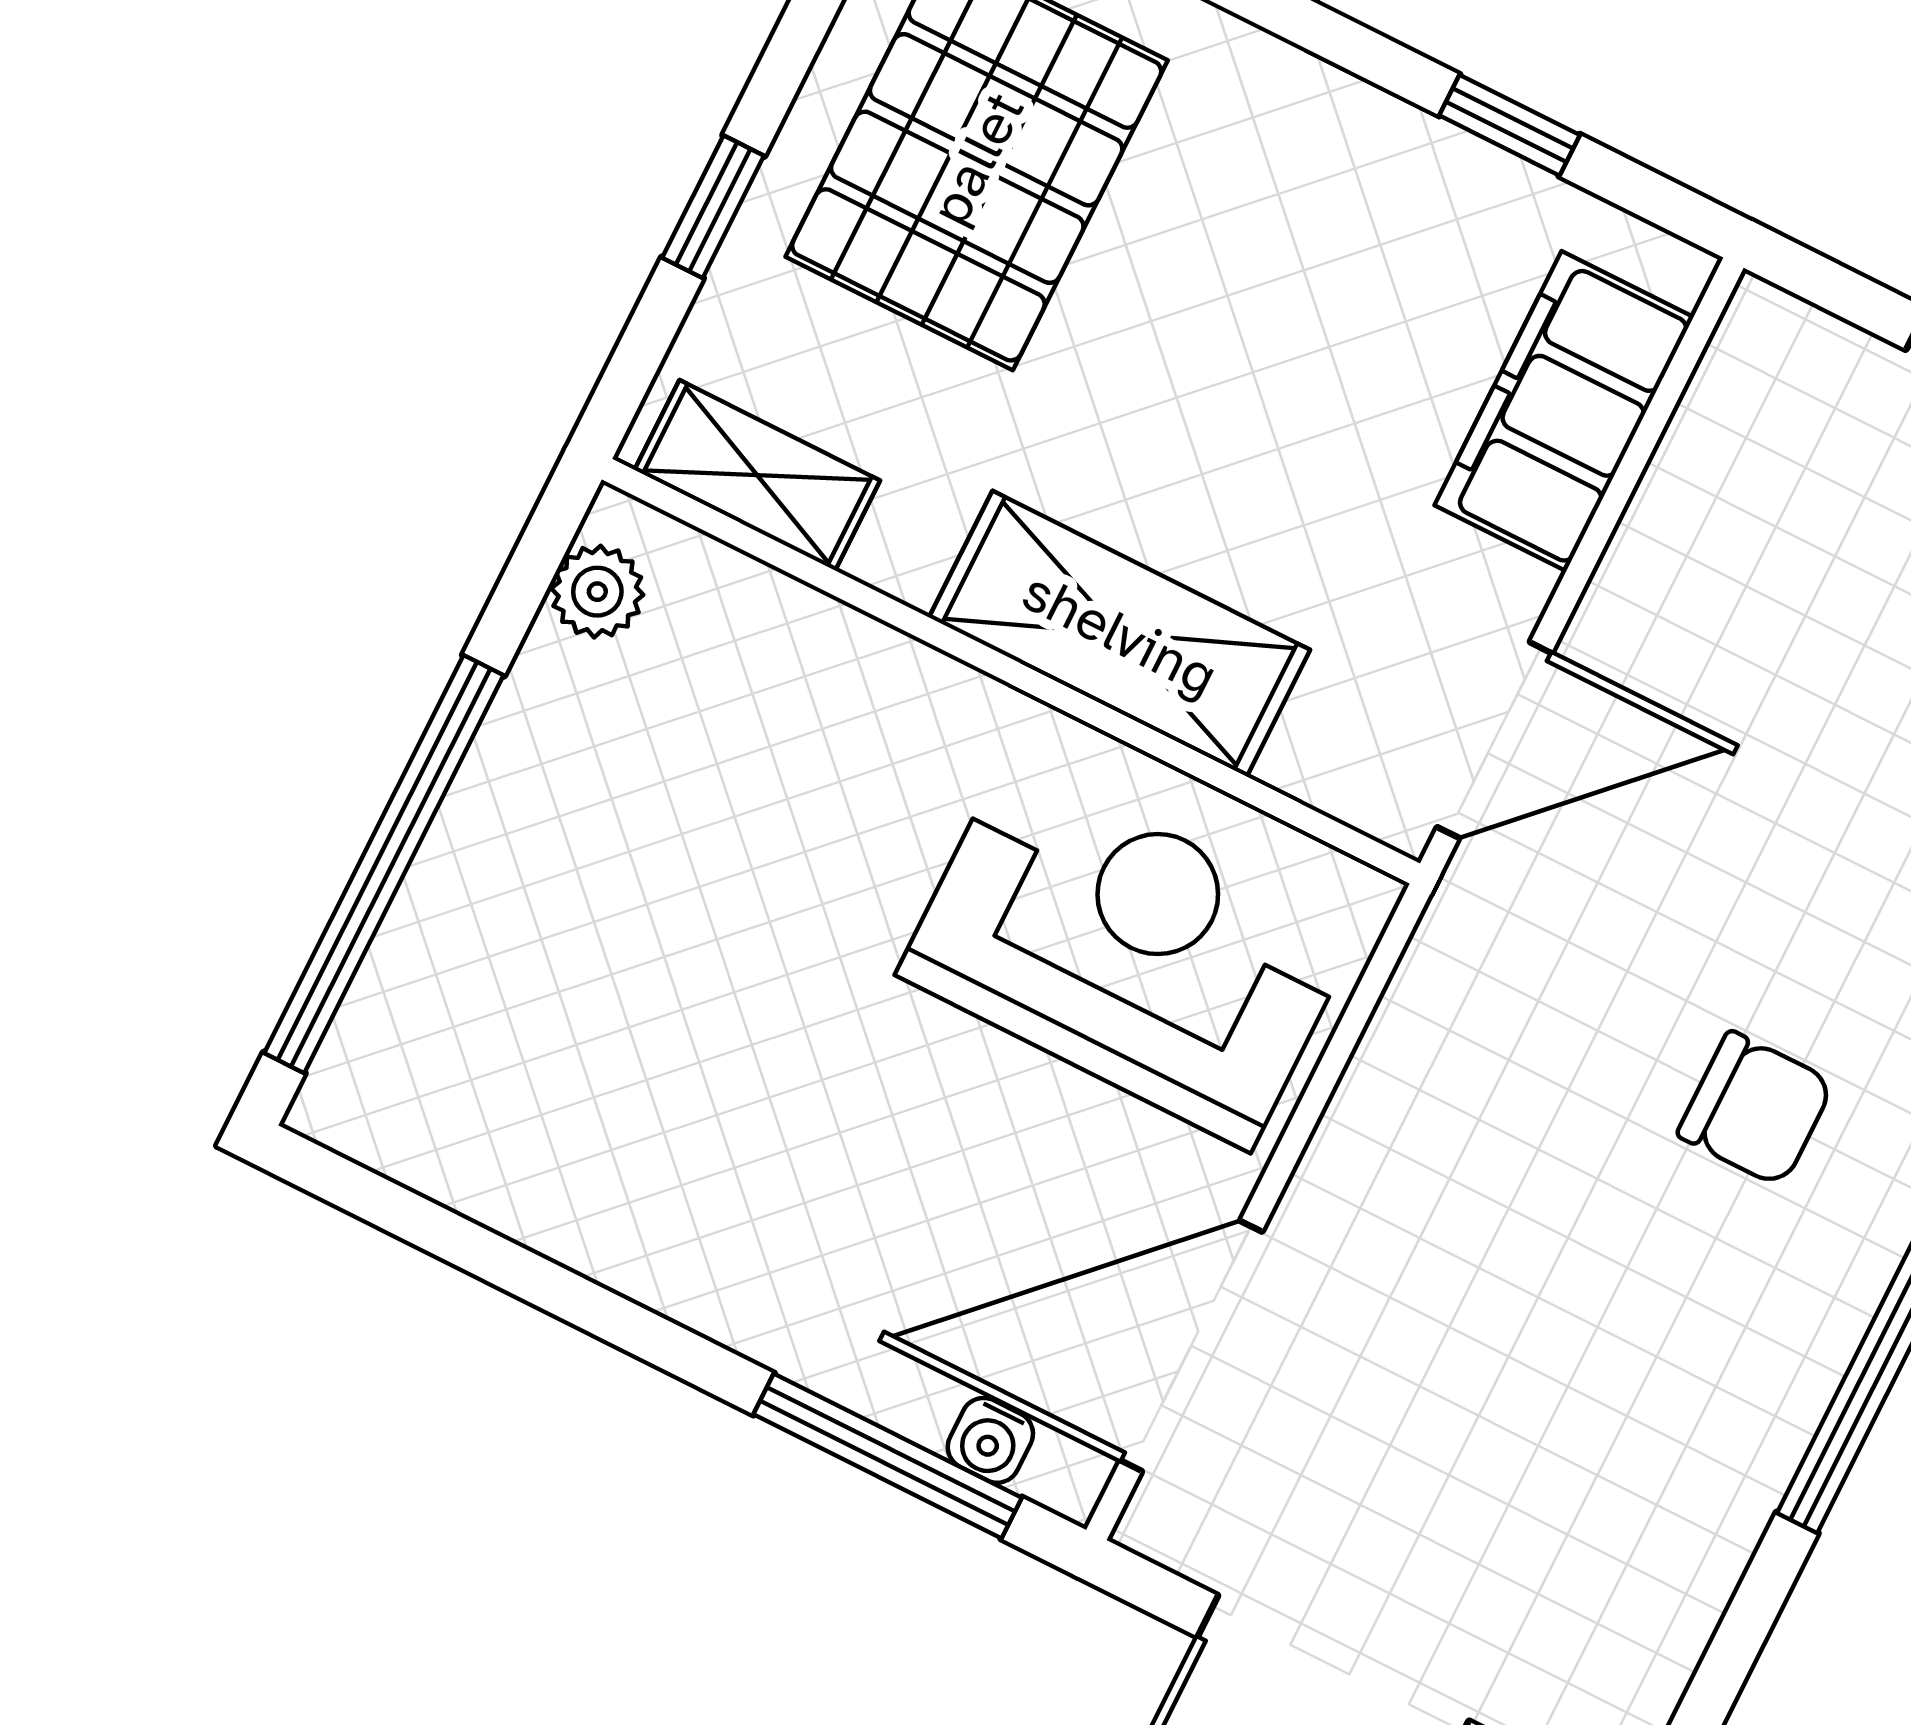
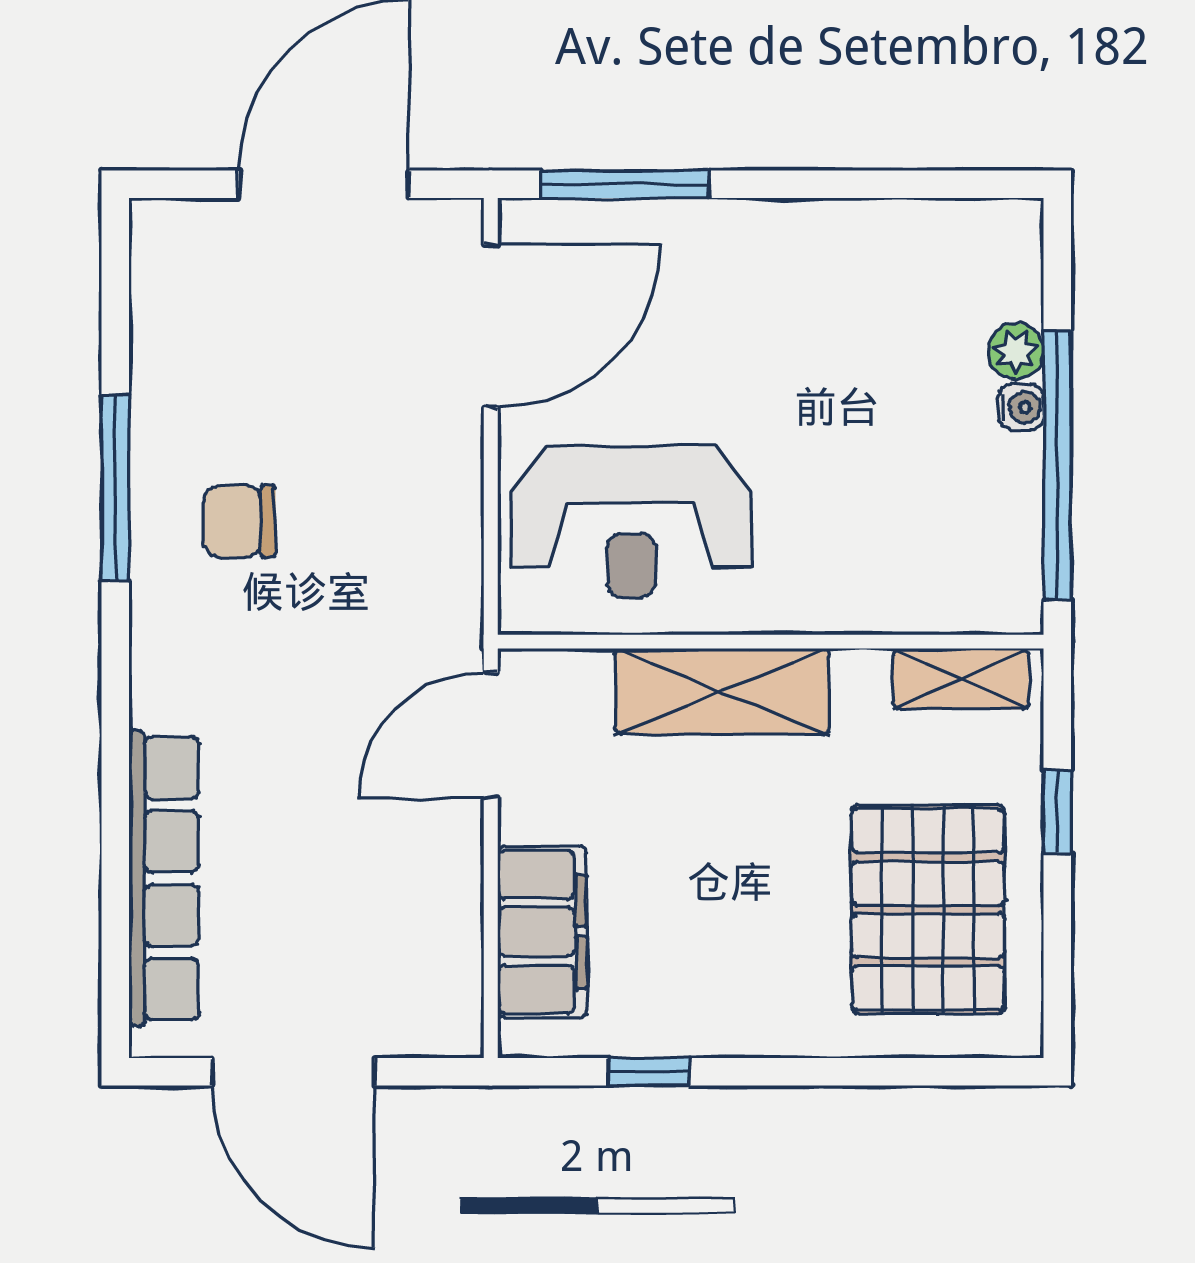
plant: (597, 592) -> (1016, 351), moved
window: (384, 864) -> (1057, 465), moved
chair: (1756, 1109) -> (239, 521), moved
water cooler: (990, 1440) -> (1021, 407), moved, turned 90

